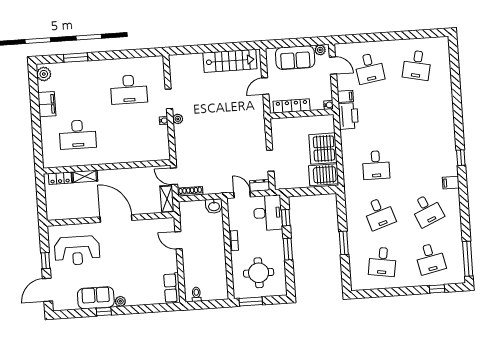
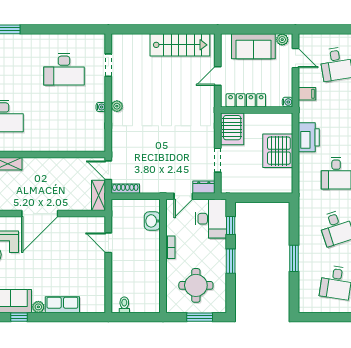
doorway: (169, 99) -> (108, 65), moved
printer: (348, 116) -> (309, 137), moved
server rack: (324, 175) -> (232, 129), moved, turned -90
door: (242, 195) -> (183, 196), swing flipped
washbasin: (214, 206) -> (152, 221), moved, turned 90
door: (116, 219) -> (40, 214), swing flipped
row of seats: (172, 288) -> (62, 305), moved, turned 90
window: (251, 302) -> (200, 317), moved

